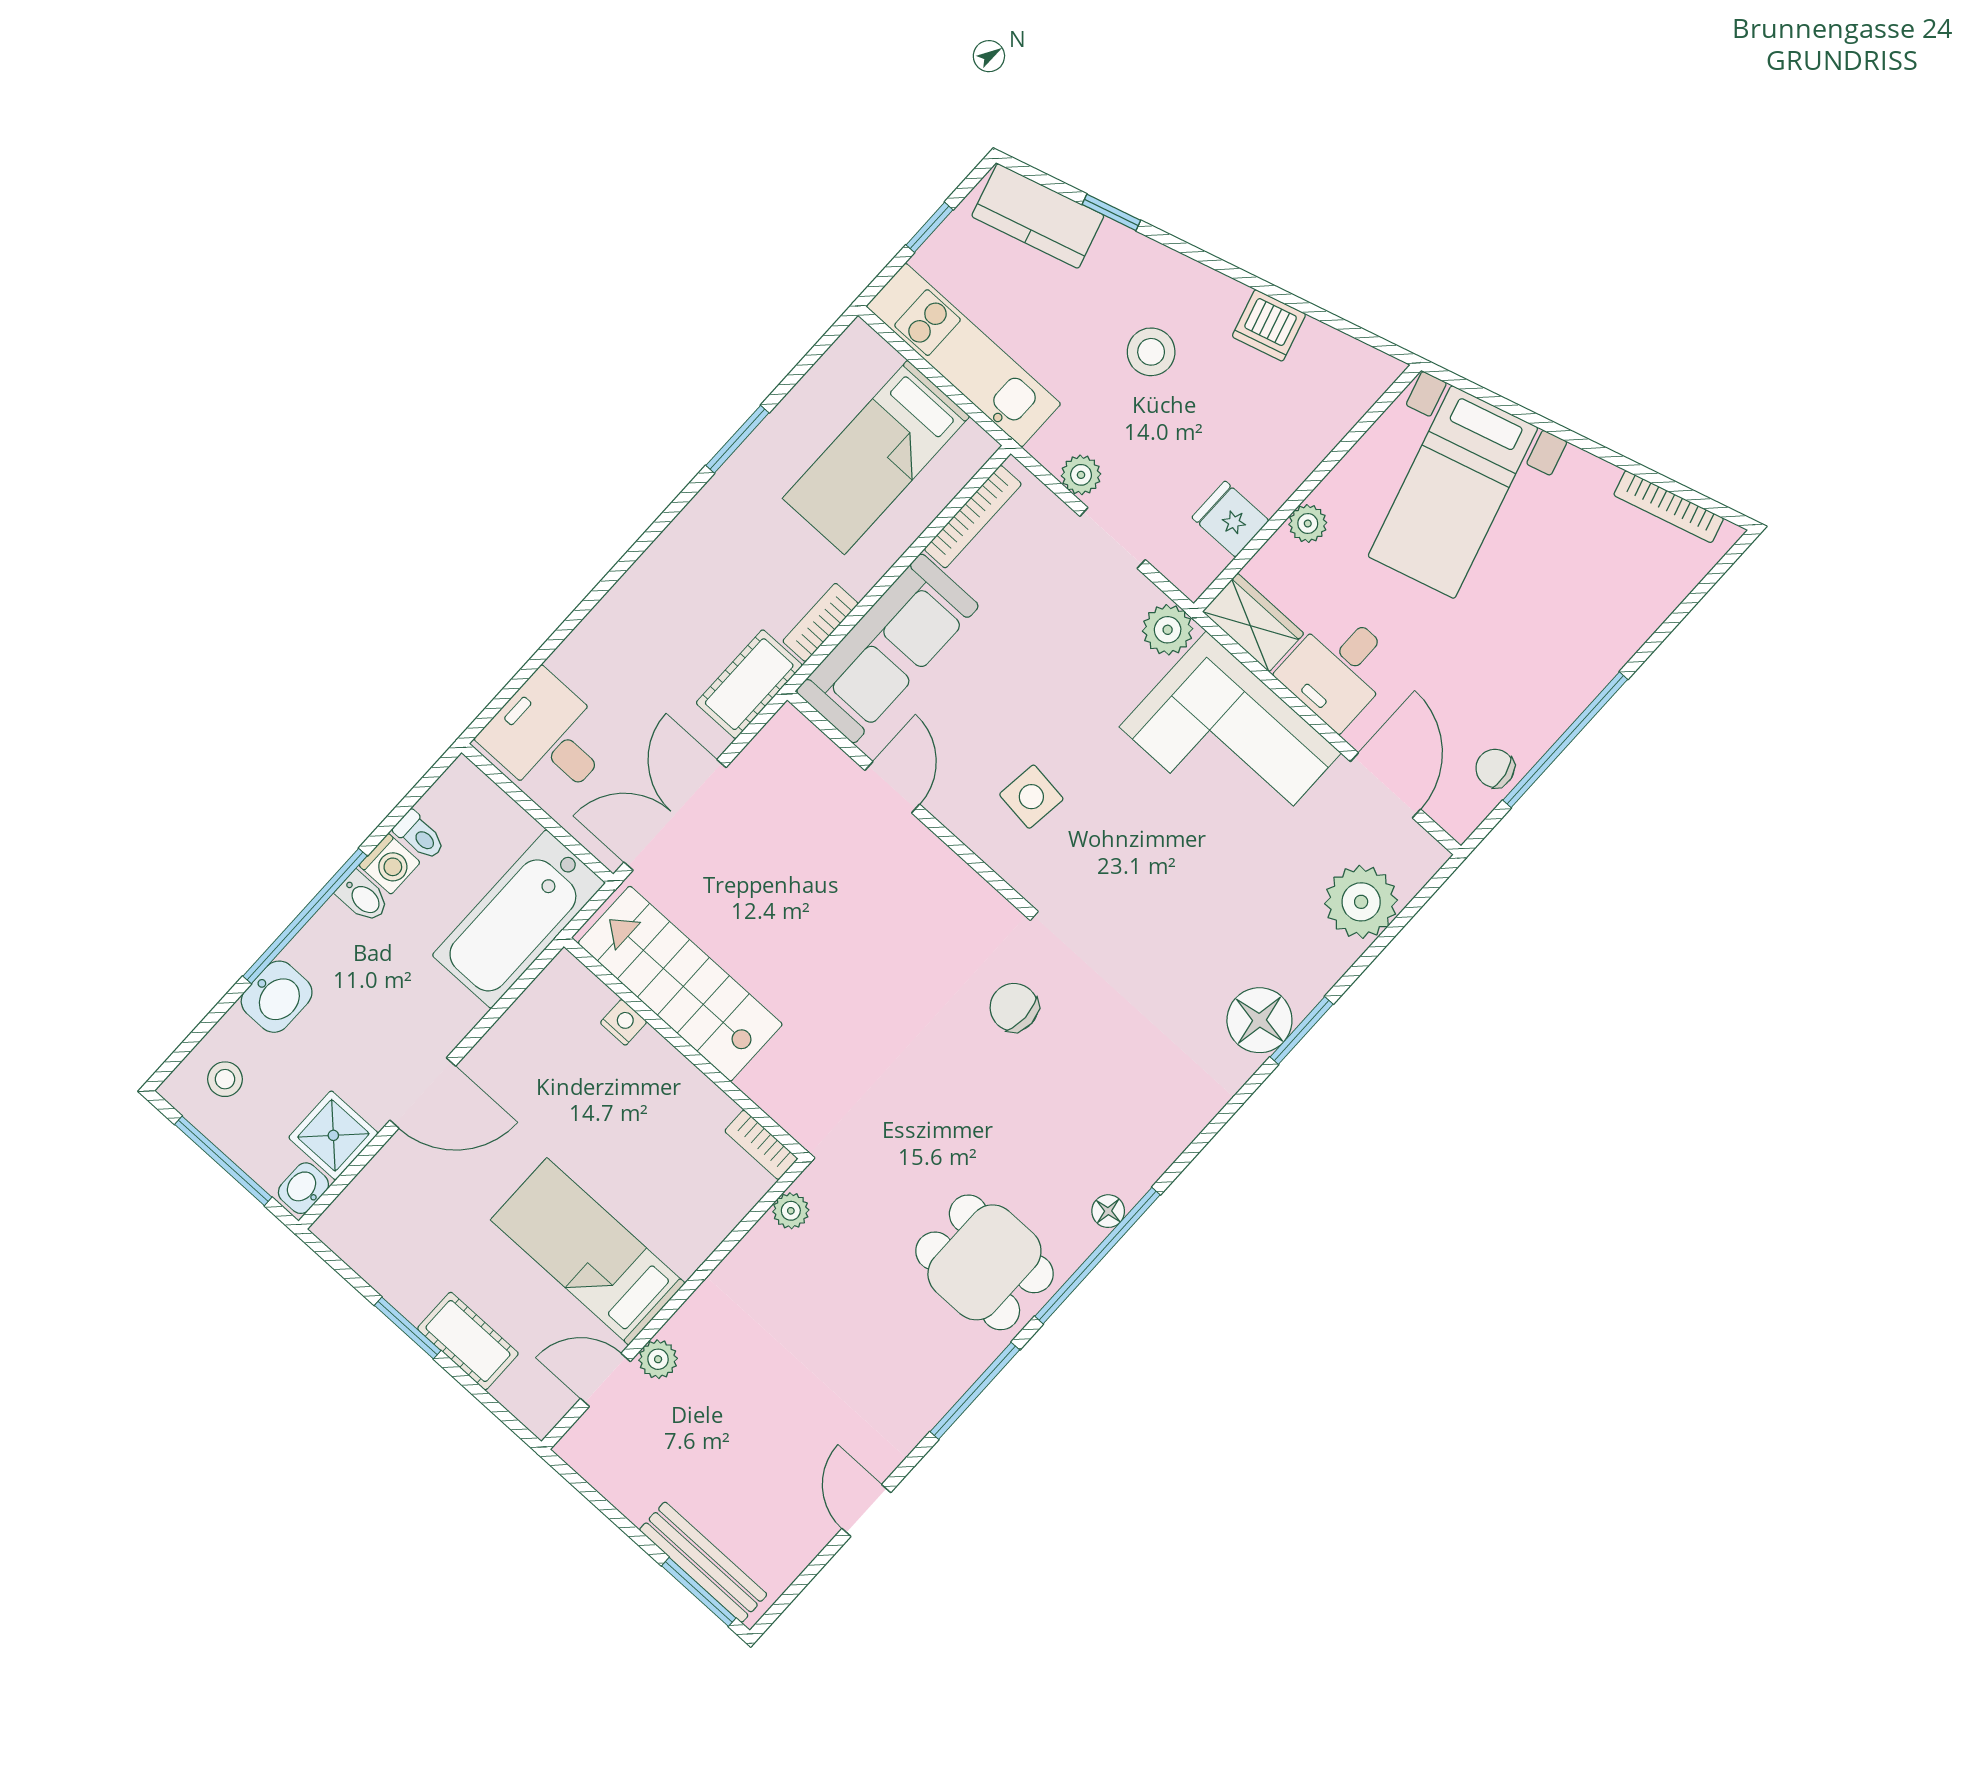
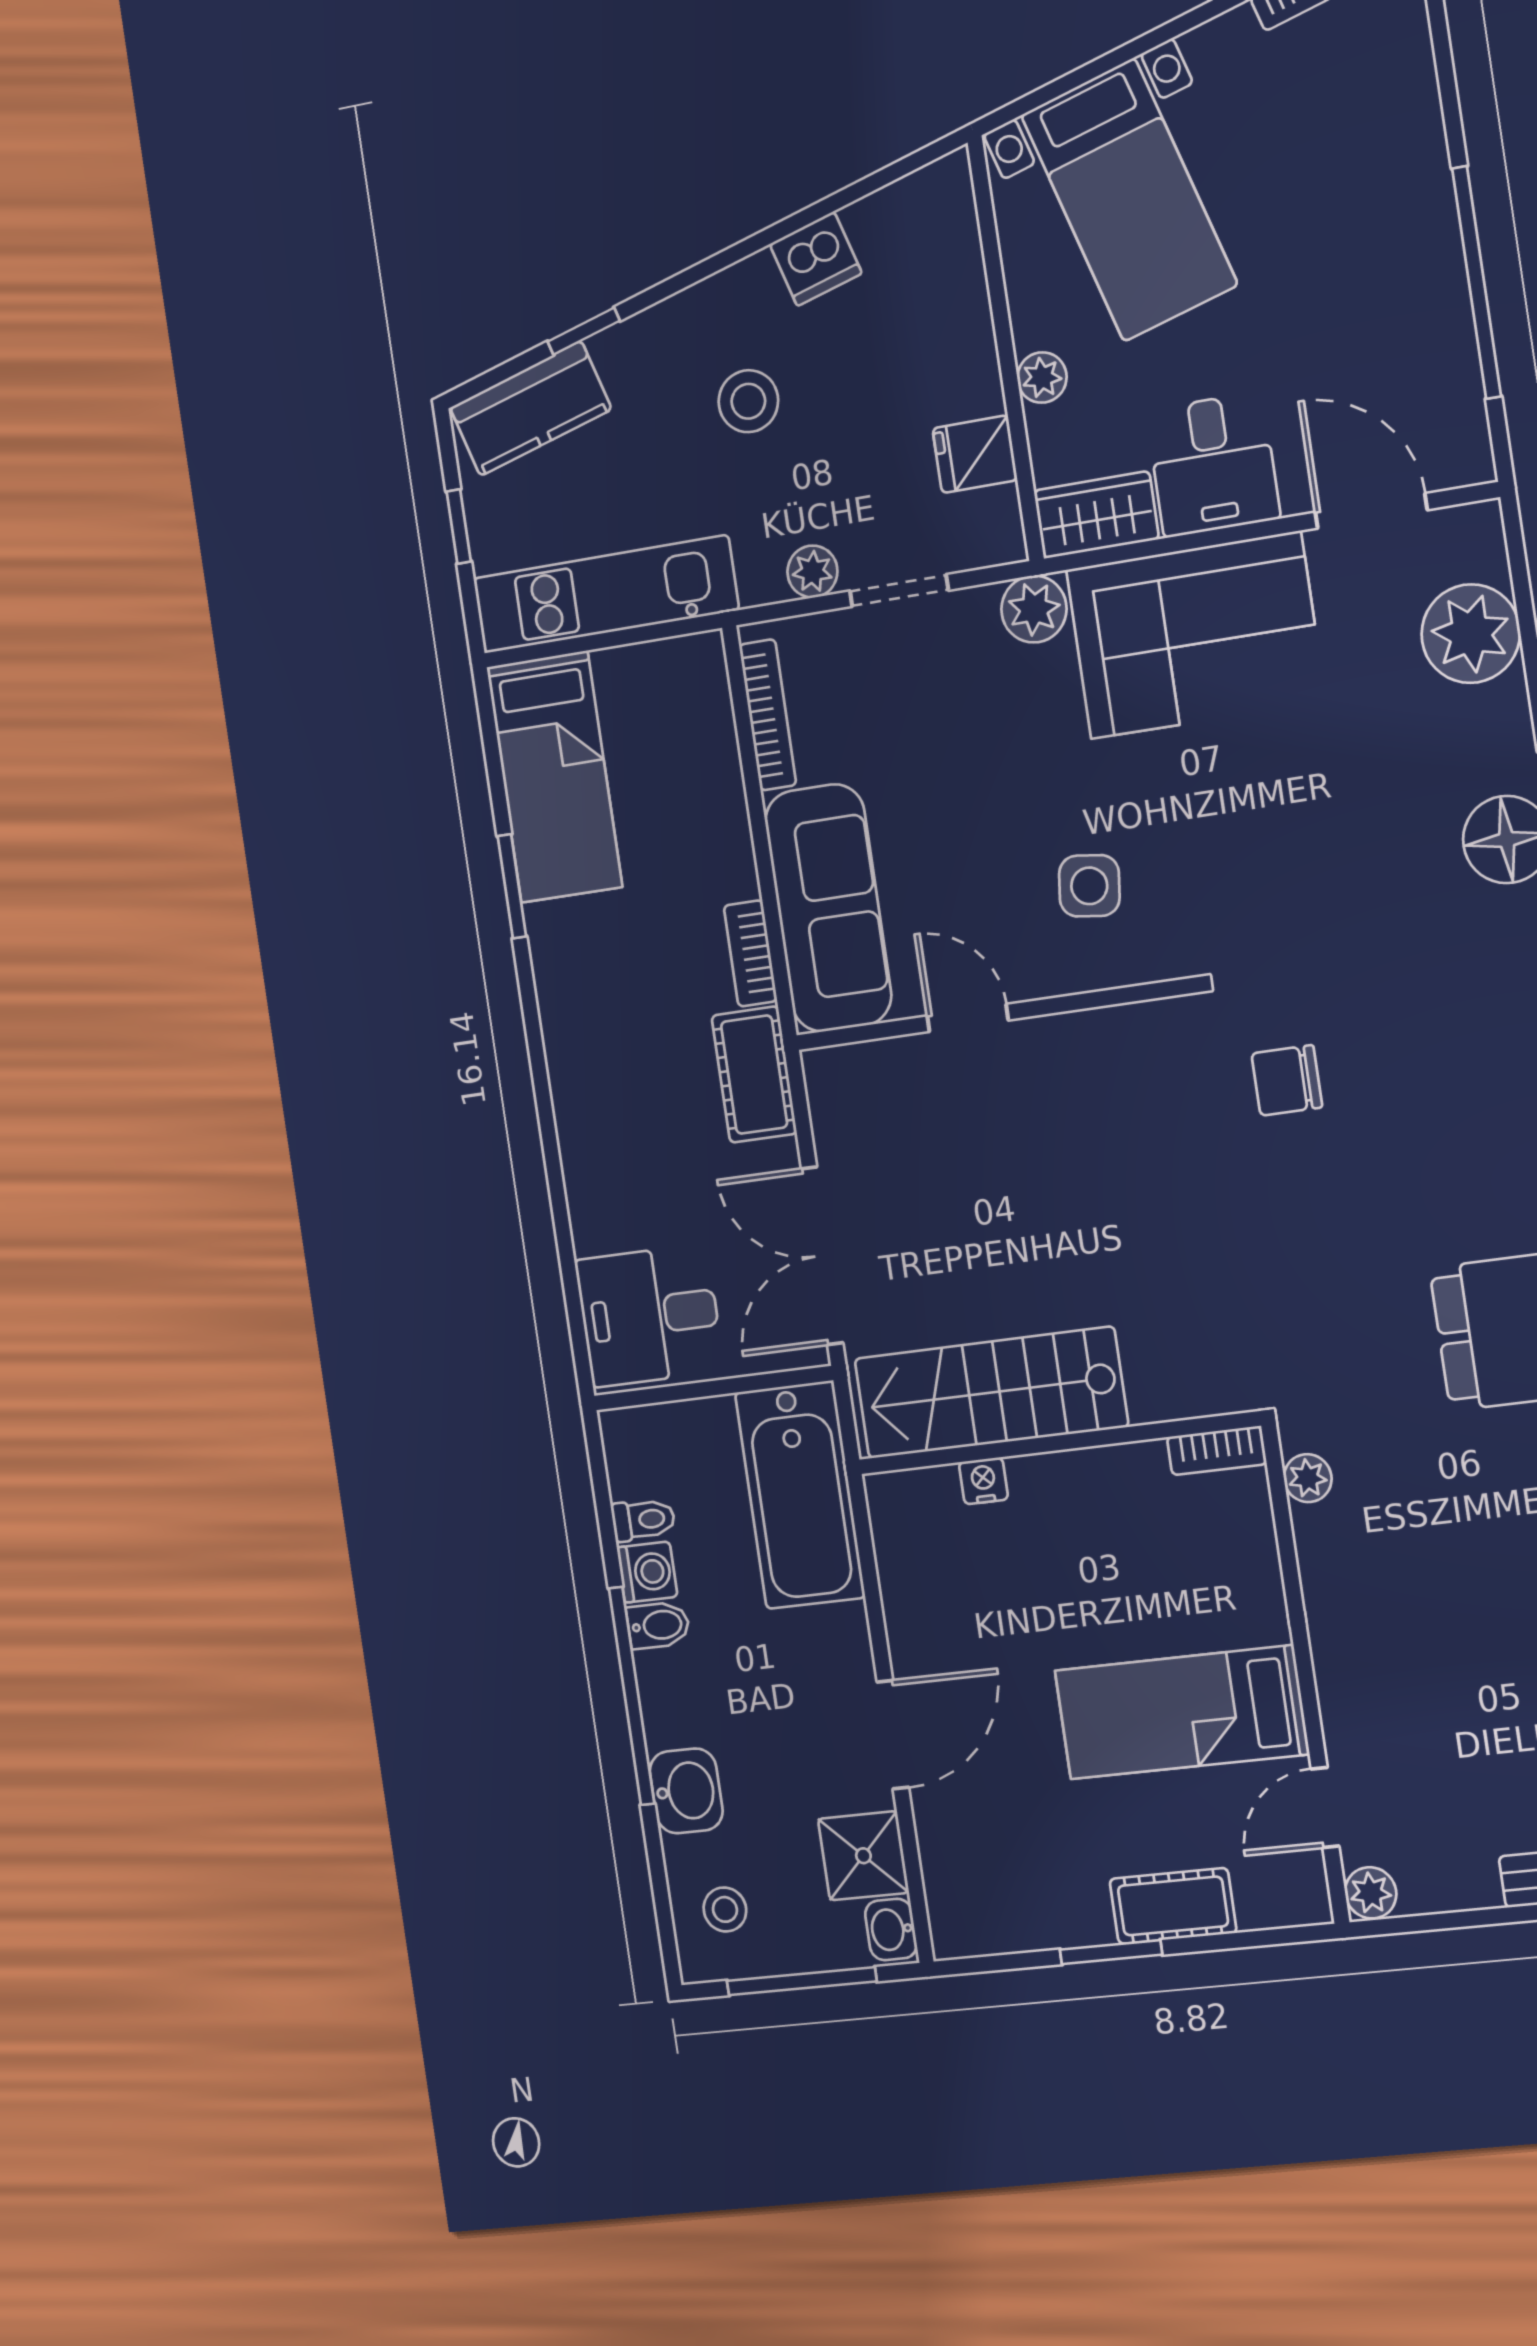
bed: (876, 457) -> (554, 777), moved
chair: (1495, 768) -> (1446, 381), removed
plant: (658, 1359) -> (1371, 1893), moved

